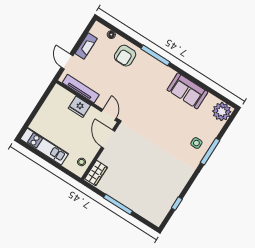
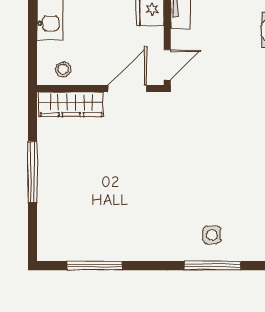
wardrobe: (96, 173) -> (71, 104), width x1.50
window: (177, 203) -> (94, 266), width x2.17

